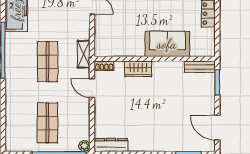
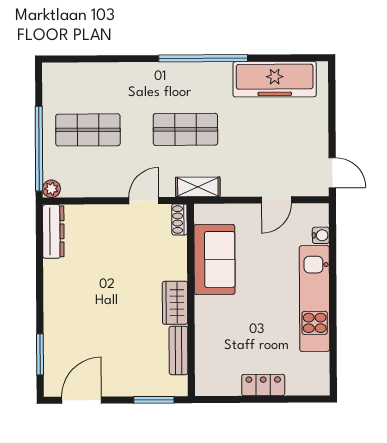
sofa: (167, 44) -> (214, 259), moved
bench: (200, 67) -> (178, 350), moved
wardrobe: (138, 69) -> (175, 303), moved

